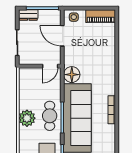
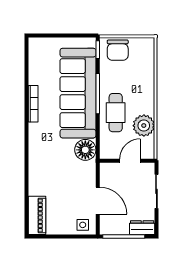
piano: (101, 16) -> (37, 215), moved, turned 90
door: (50, 66) -> (130, 161), moved
cafe table: (50, 116) -> (116, 113), moved
plant: (27, 118) -> (144, 126), moved

